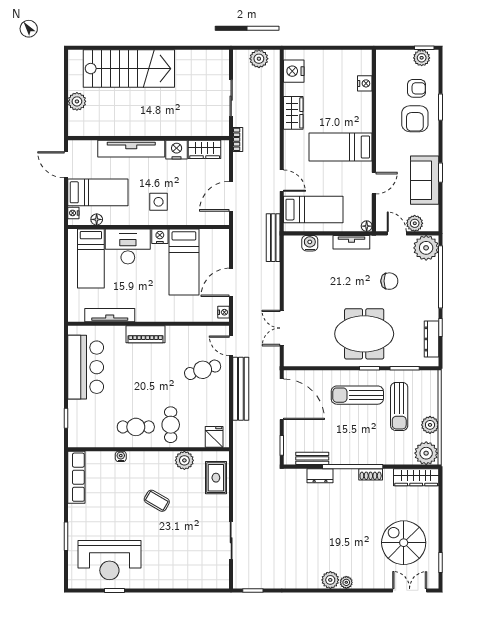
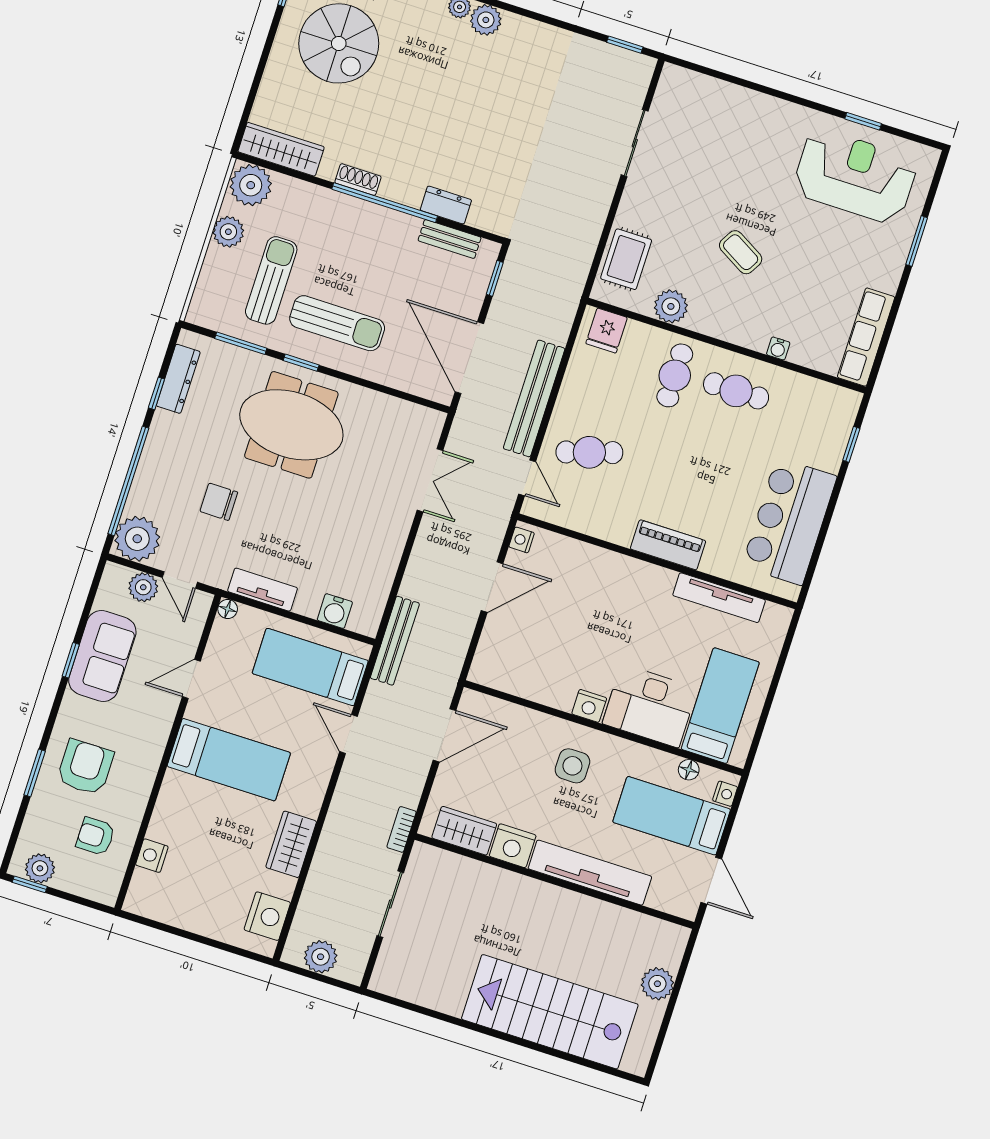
armchair: (416, 88) -> (95, 836), moved
bed: (184, 262) -> (562, 648), removed

